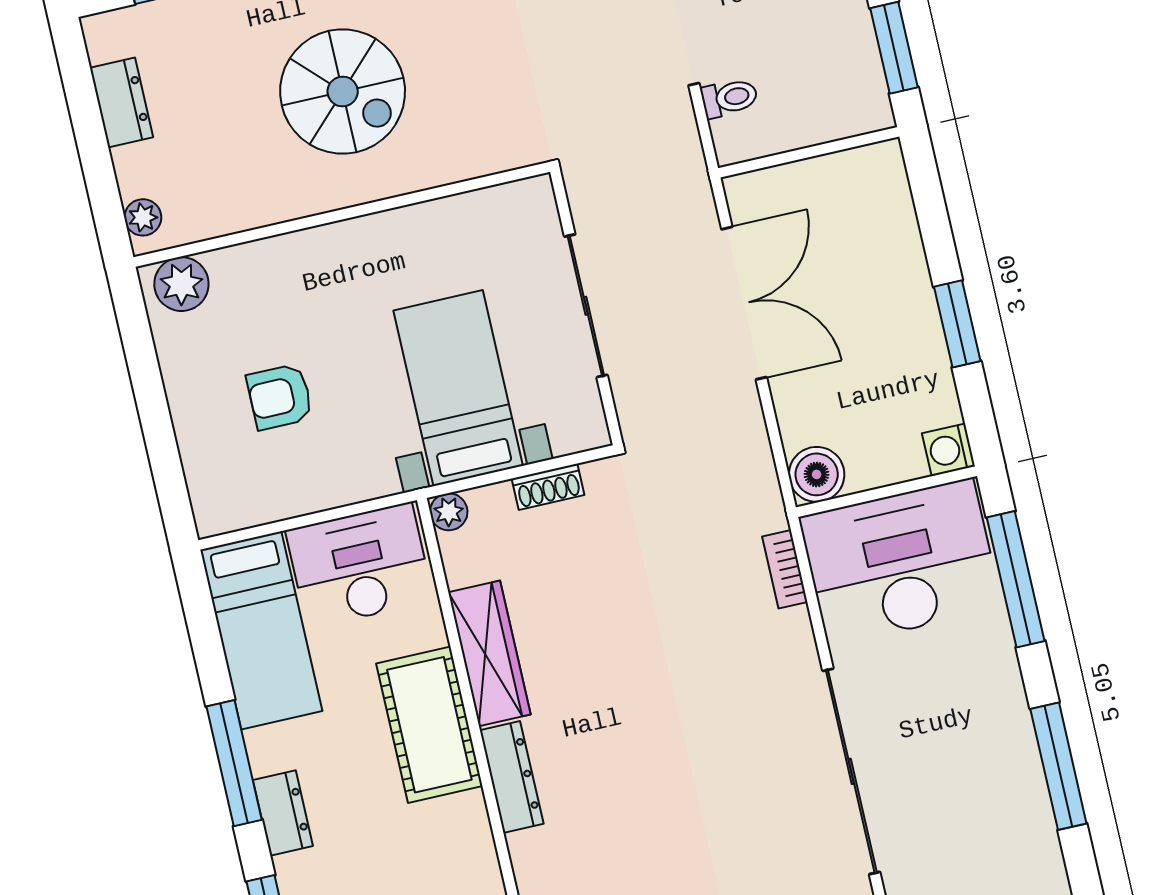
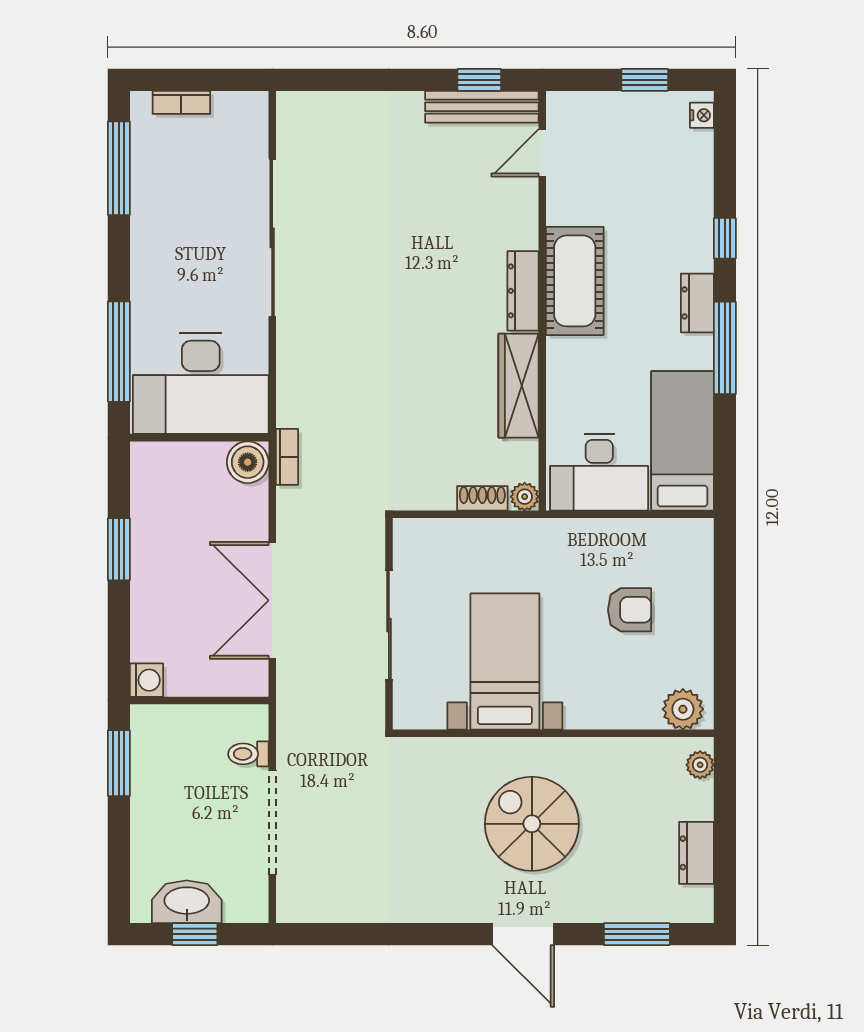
bed with nightstands: (458, 388) -> (505, 662), moved, turned 180
washing machine: (948, 450) -> (146, 680), moved
shoe rack: (548, 487) -> (482, 498), moved
bookcase: (785, 569) -> (287, 457), moved
cot: (429, 725) -> (575, 281), moved
window: (1058, 766) -> (119, 168), moved

